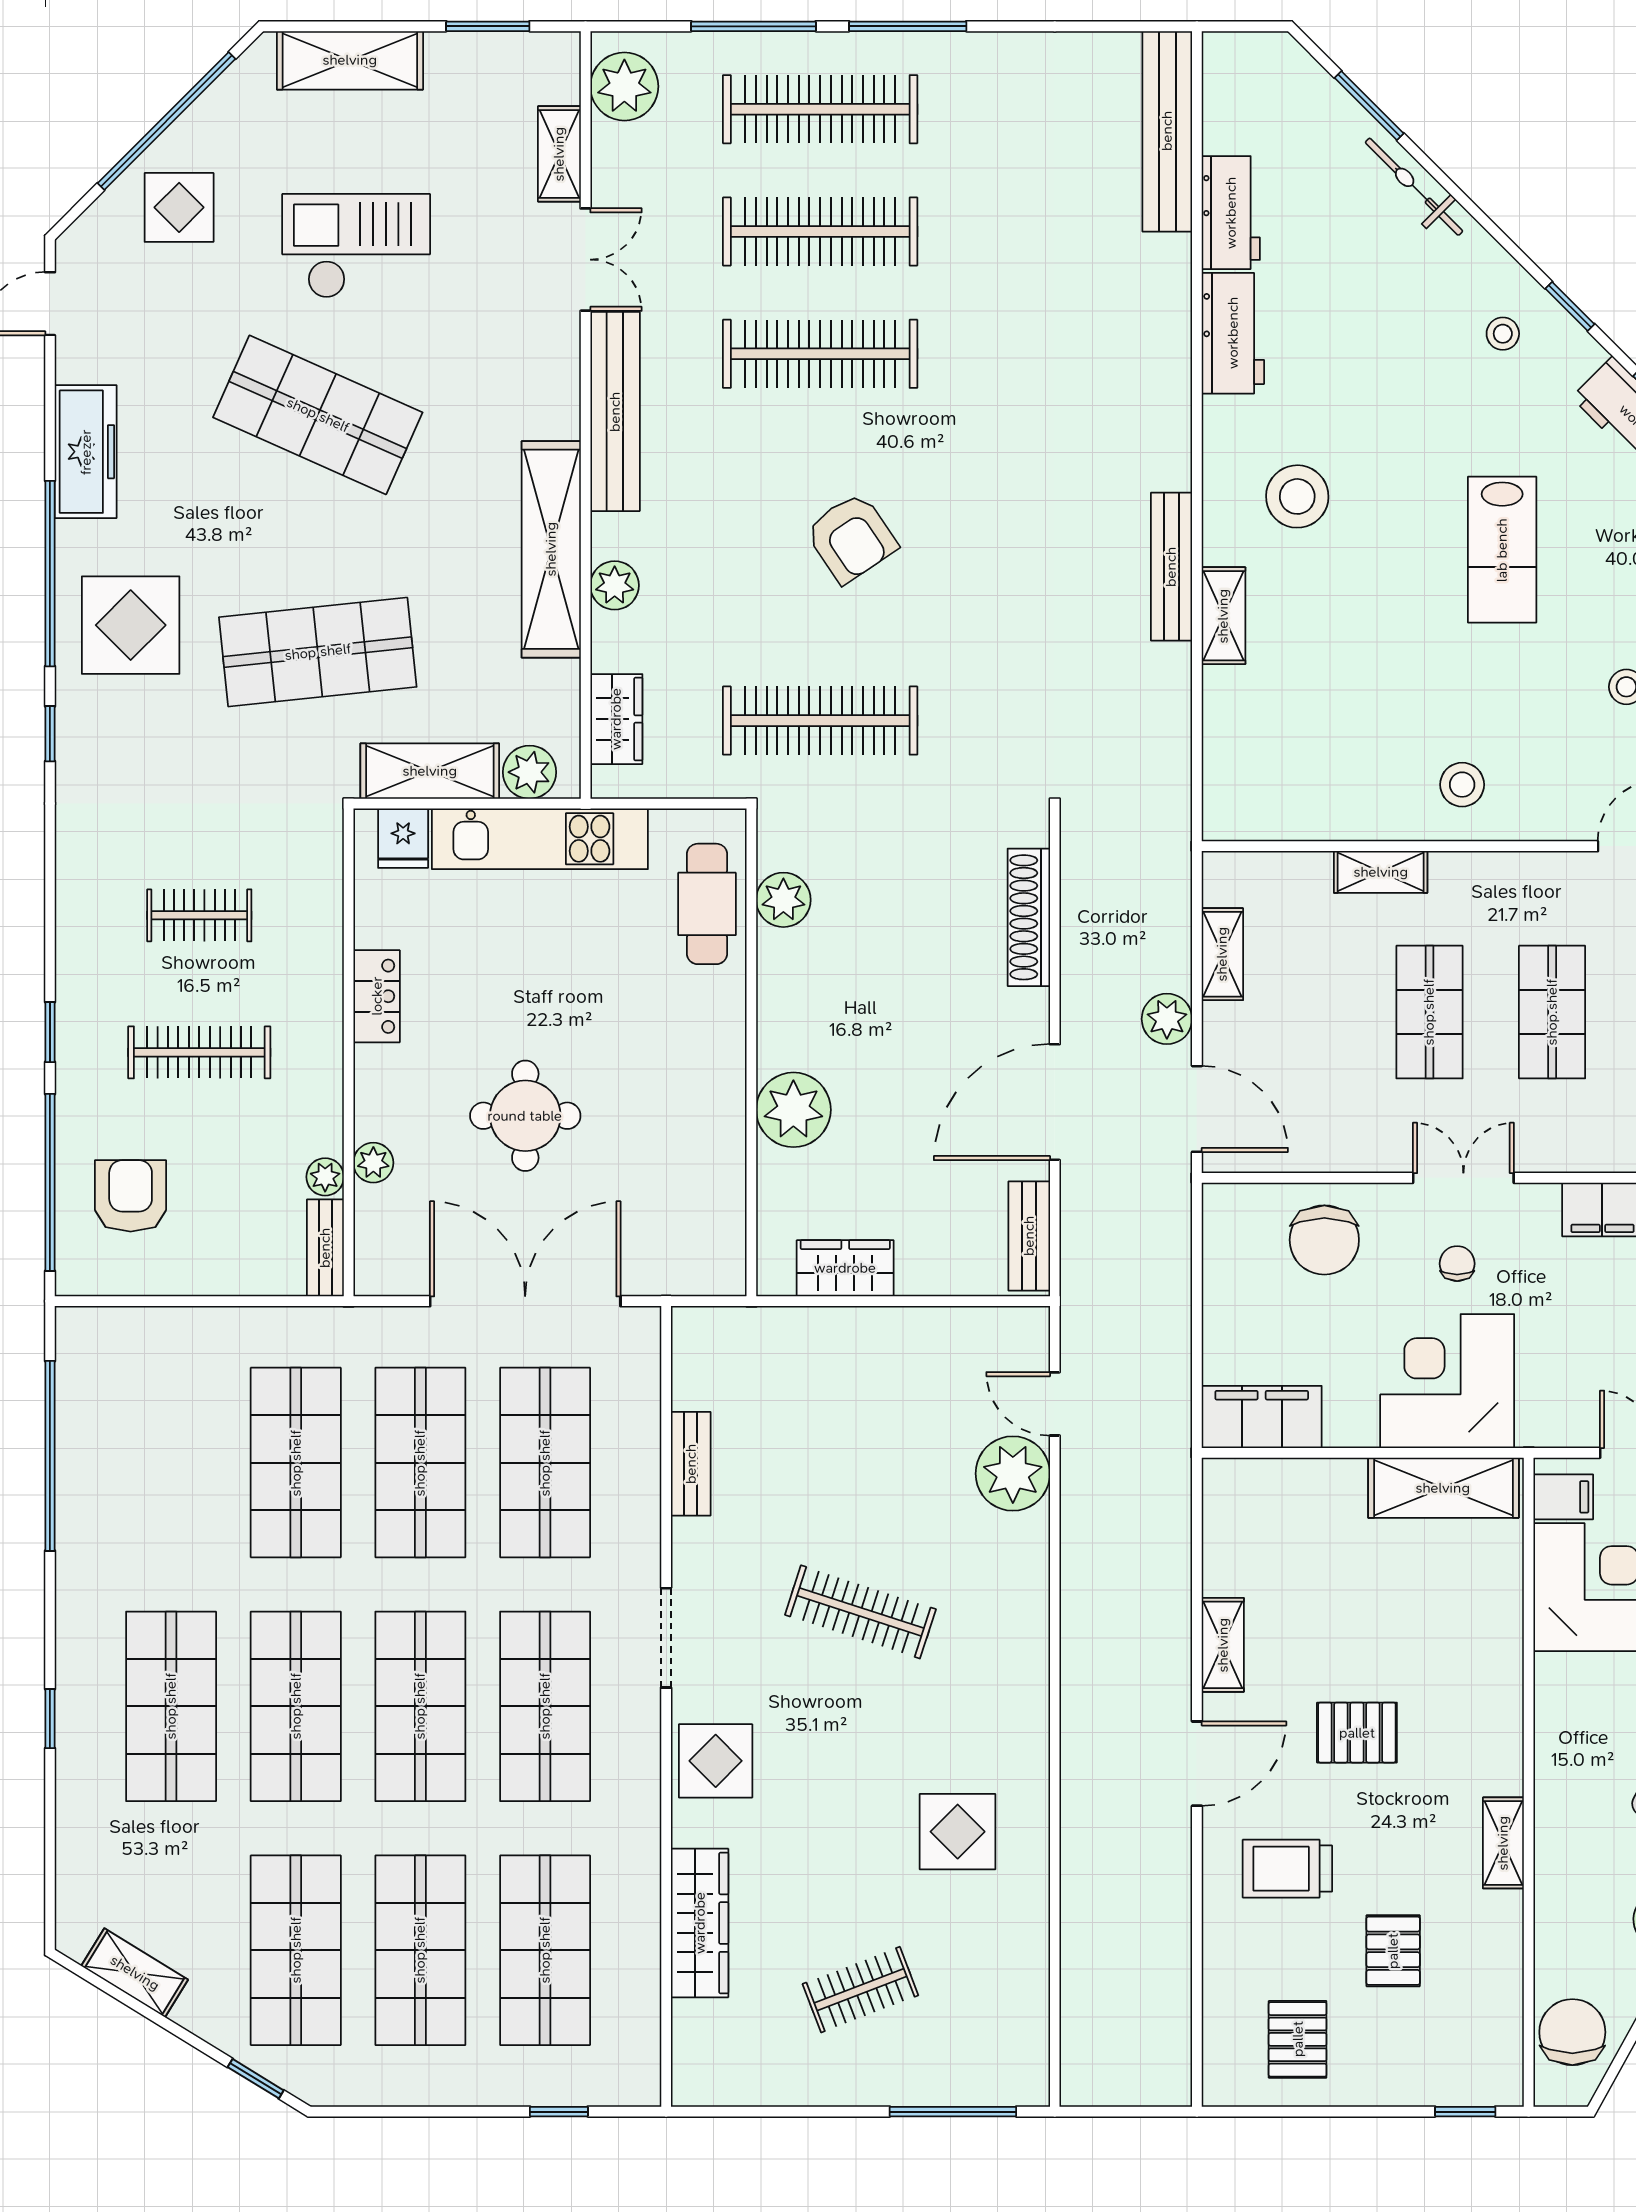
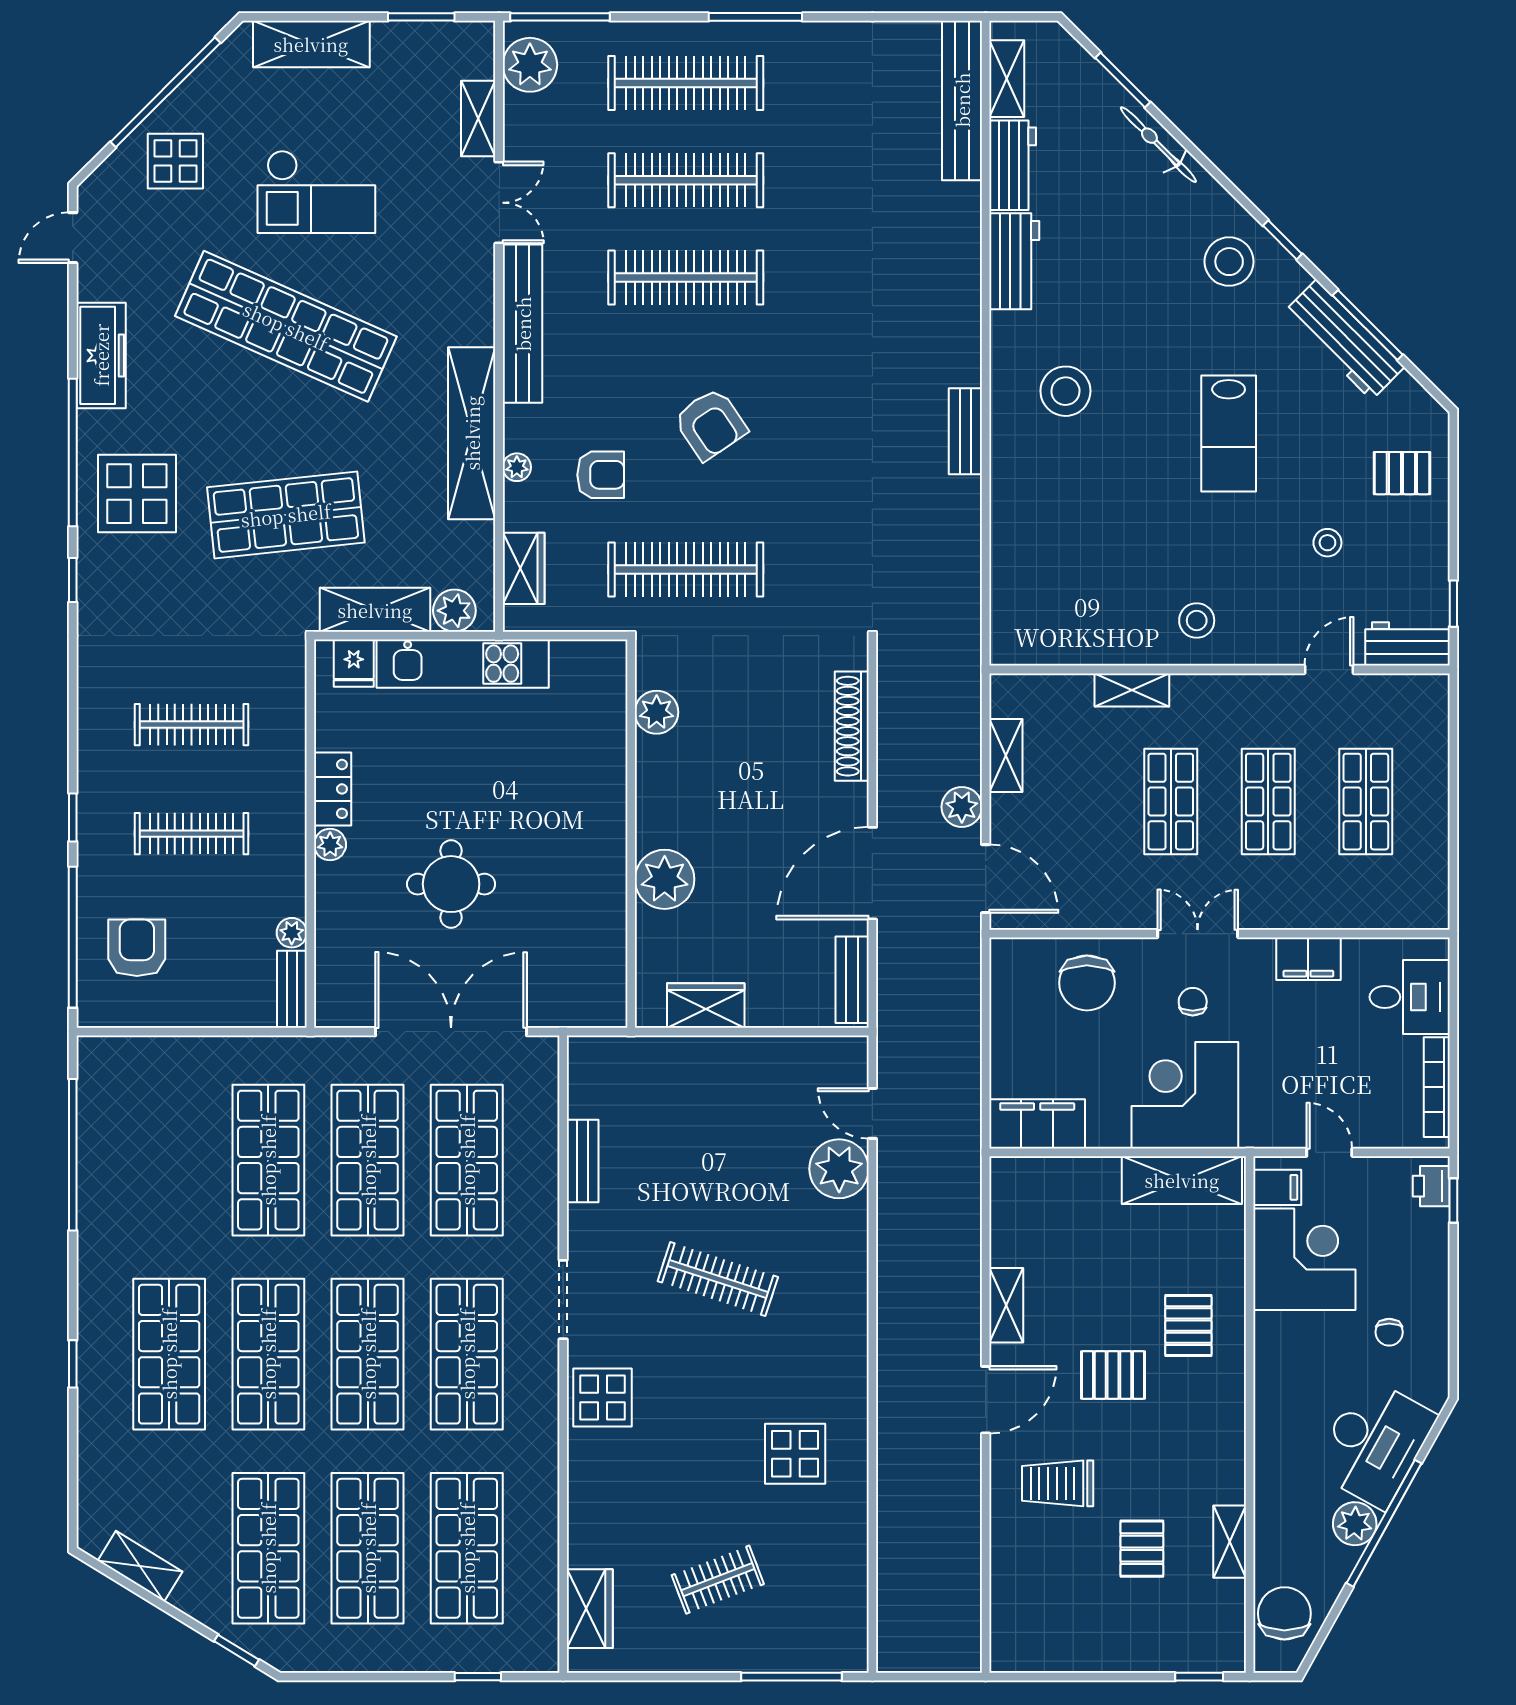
window: (754, 26) -> (560, 17), moved
checkout: (356, 246) -> (316, 192), turned 180
stool: (1503, 334) -> (1229, 262), width x1.89, depth x1.89
shop shelf: (318, 415) -> (286, 326), width x1.40
bench: (1171, 567) -> (965, 431), width x0.73
plant: (615, 585) -> (517, 467), width x0.73, depth x0.73
armchair: (713, 602) -> (601, 475), added
shelving: (1223, 616) -> (1007, 79), moved
cafe table: (707, 904) -> (596, 715), removed
clothes rail: (199, 915) -> (192, 725), width x1.36
plant: (373, 1163) -> (330, 845), moved
shelving: (1503, 1843) -> (1230, 1542), moved
wardrobe: (700, 1923) -> (590, 1609), moved, width x0.67
pallet: (1298, 2039) -> (1188, 1326), moved

